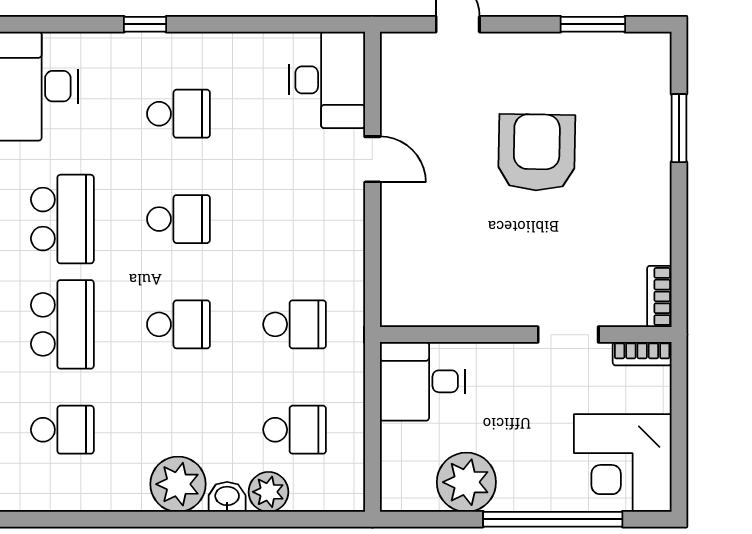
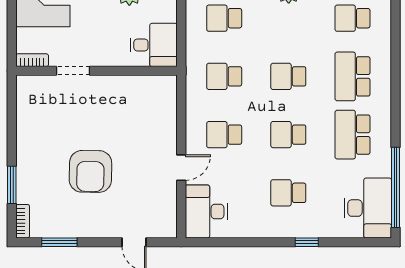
door: (372, 159) -> (181, 168), swing flipped
school desk: (295, 219) -> (224, 135), added
bookcase: (659, 296) -> (23, 221), moved

